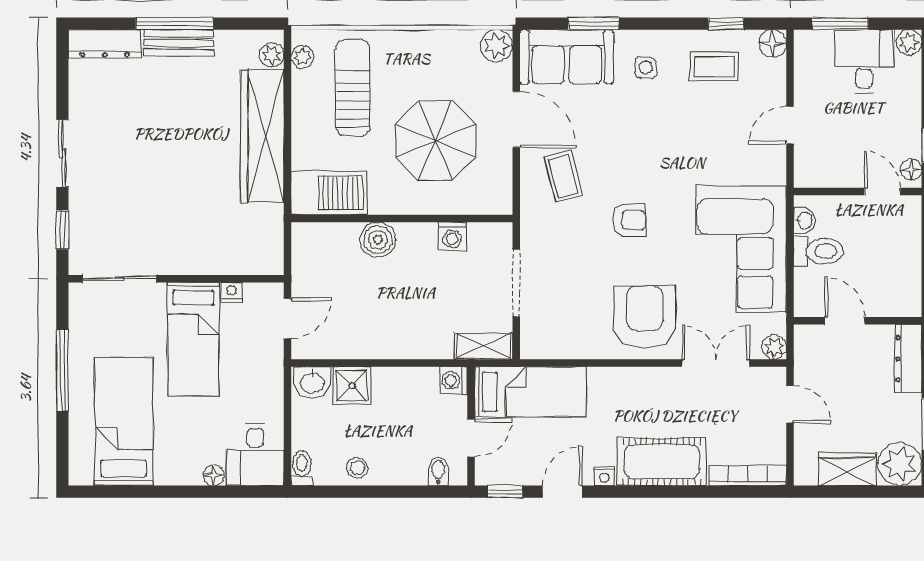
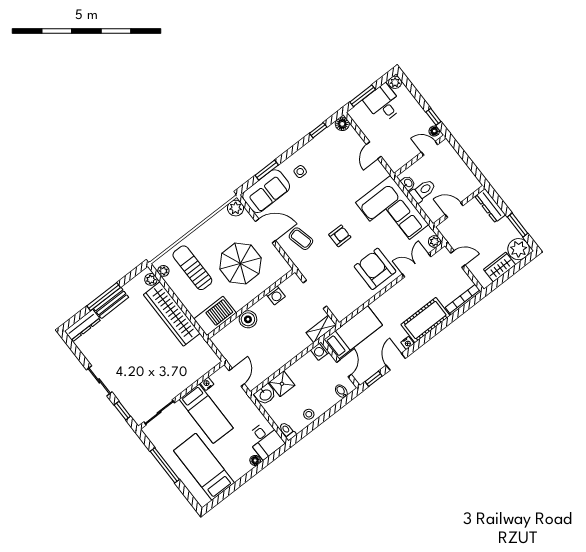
coffee table: (714, 67) -> (327, 151), removed

